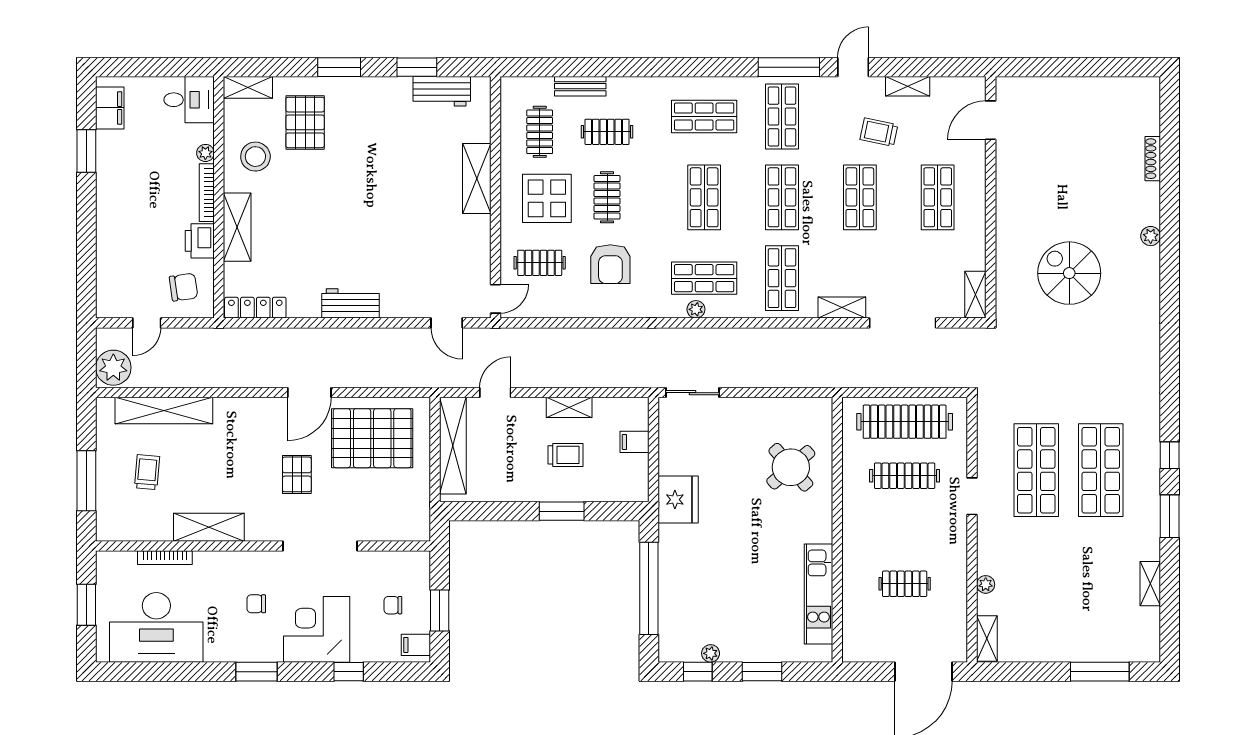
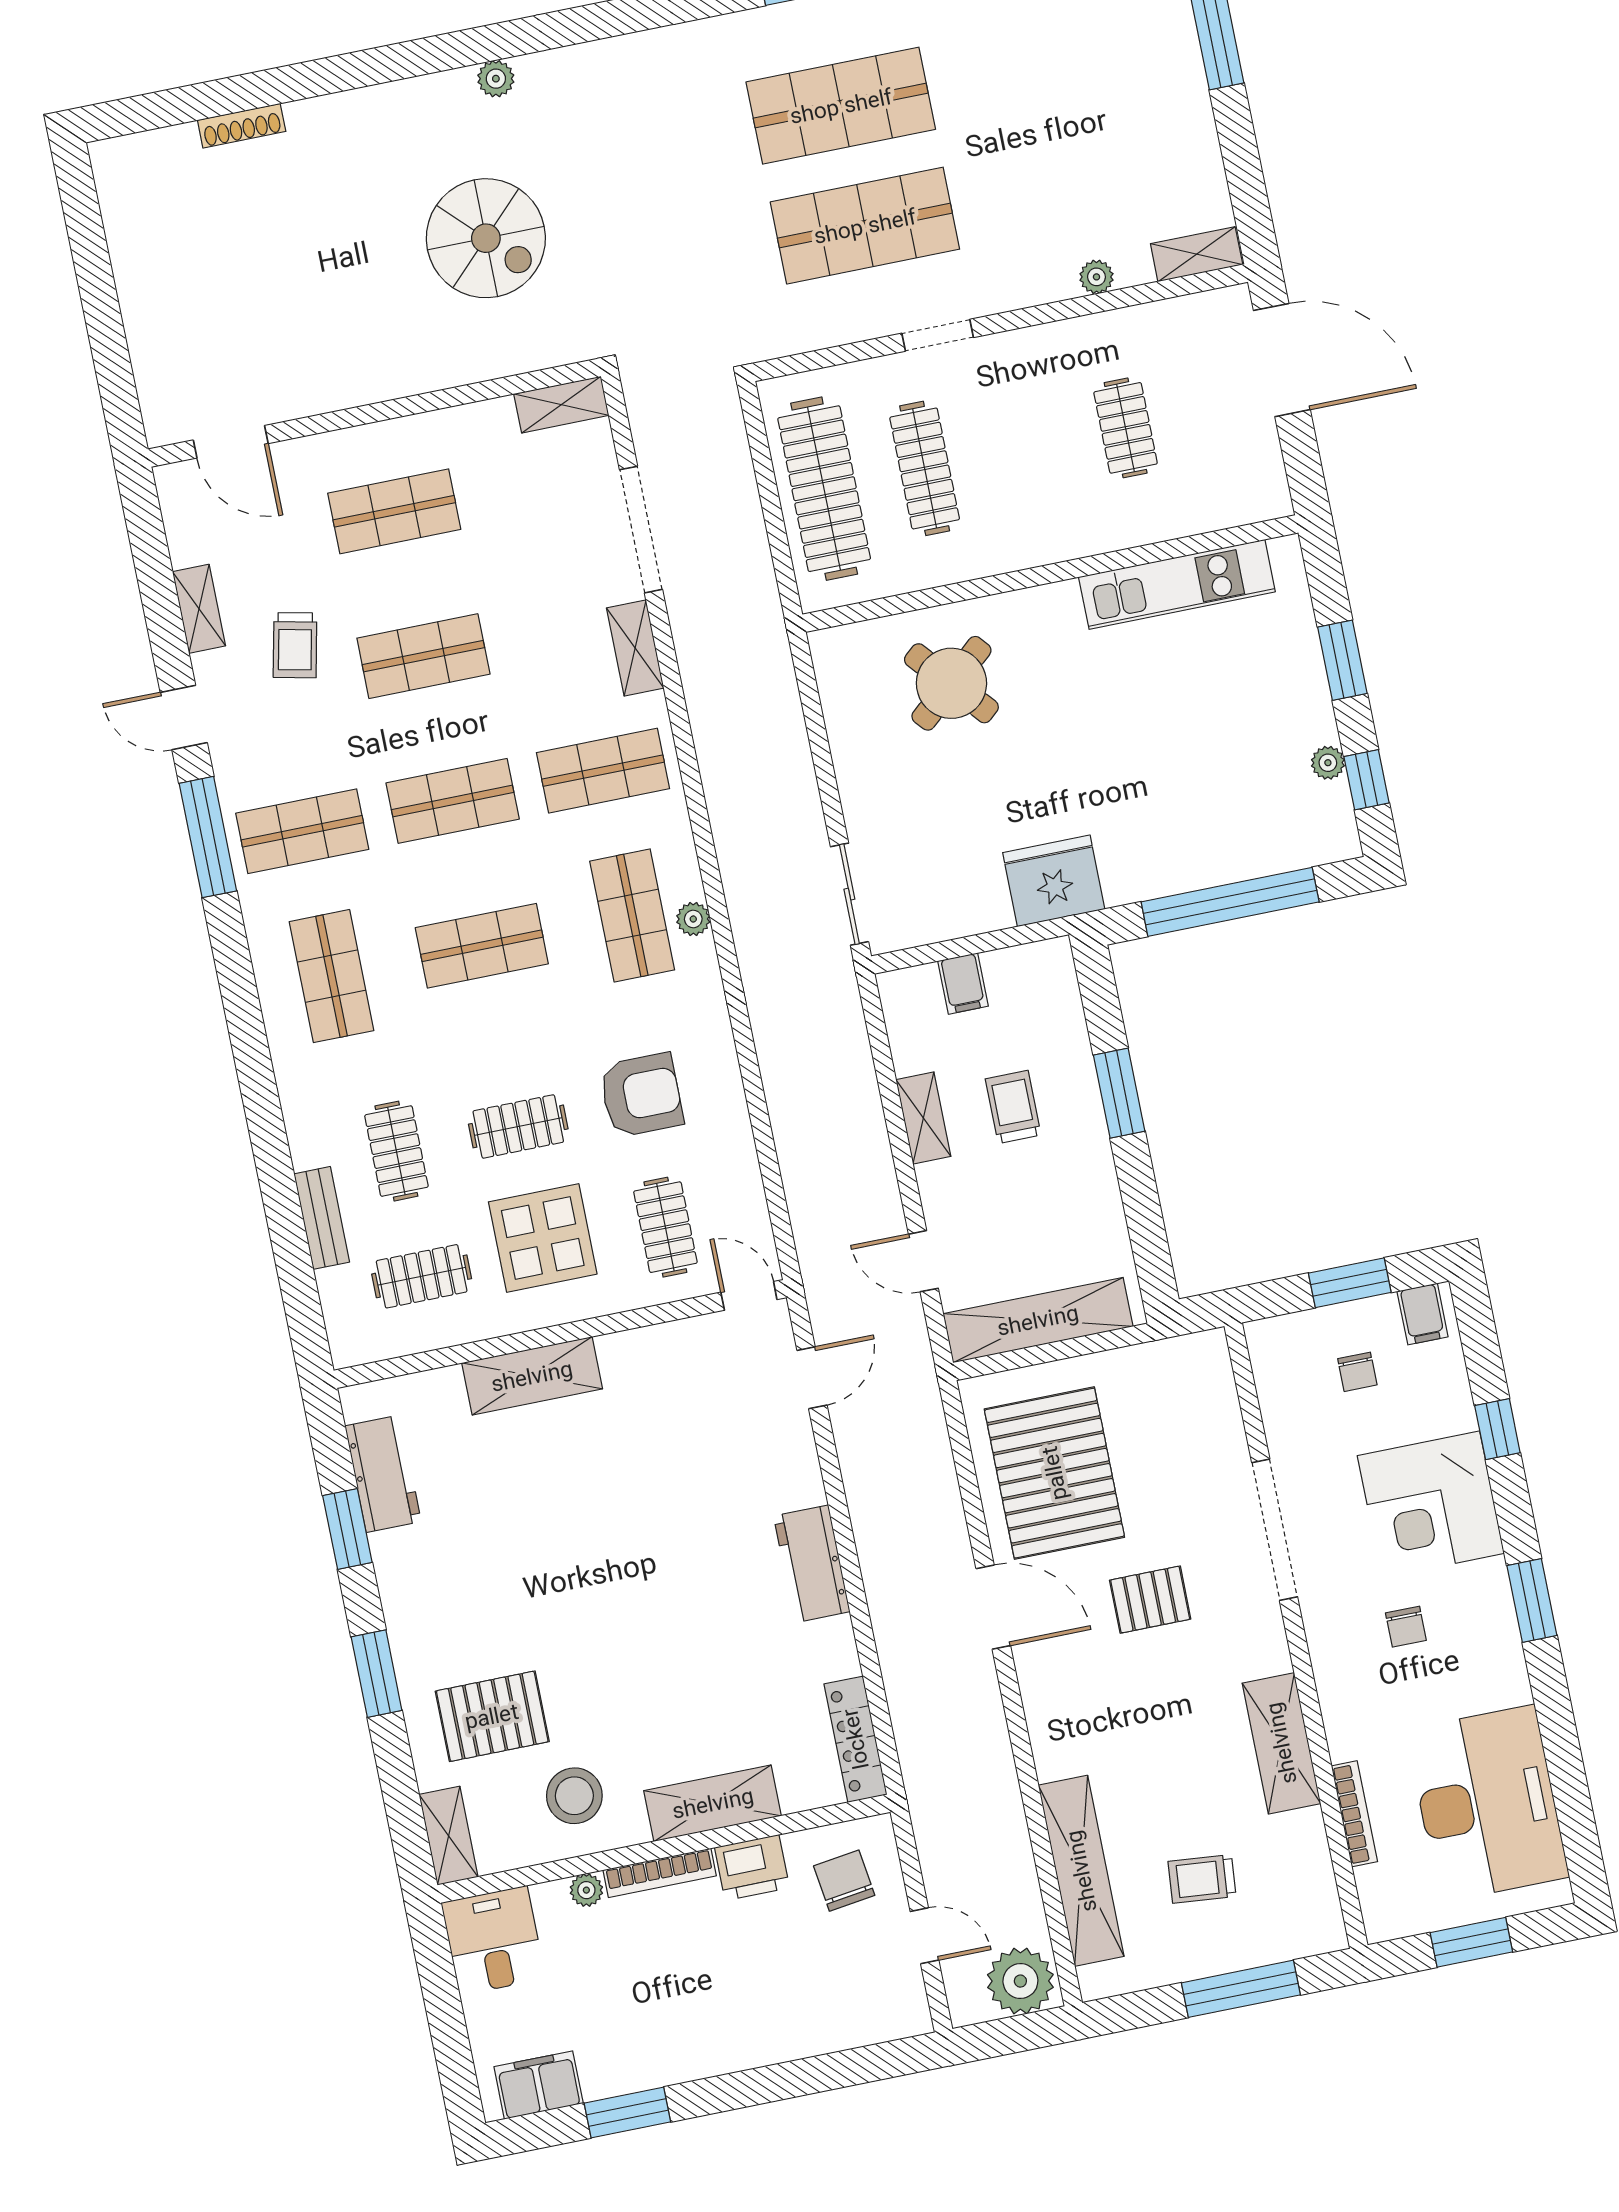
plant: (1151, 236) -> (496, 79), moved
spiral stairs: (1069, 273) -> (486, 238), turned -90

